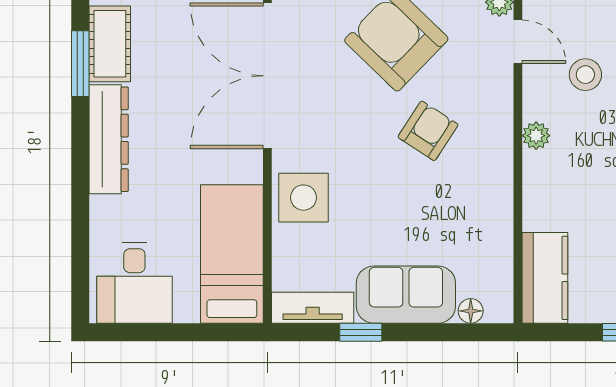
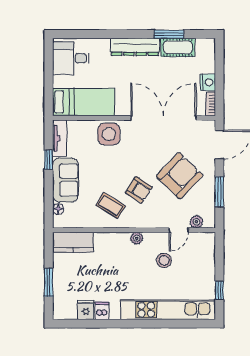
coffee table: (463, 194) -> (111, 206), added

